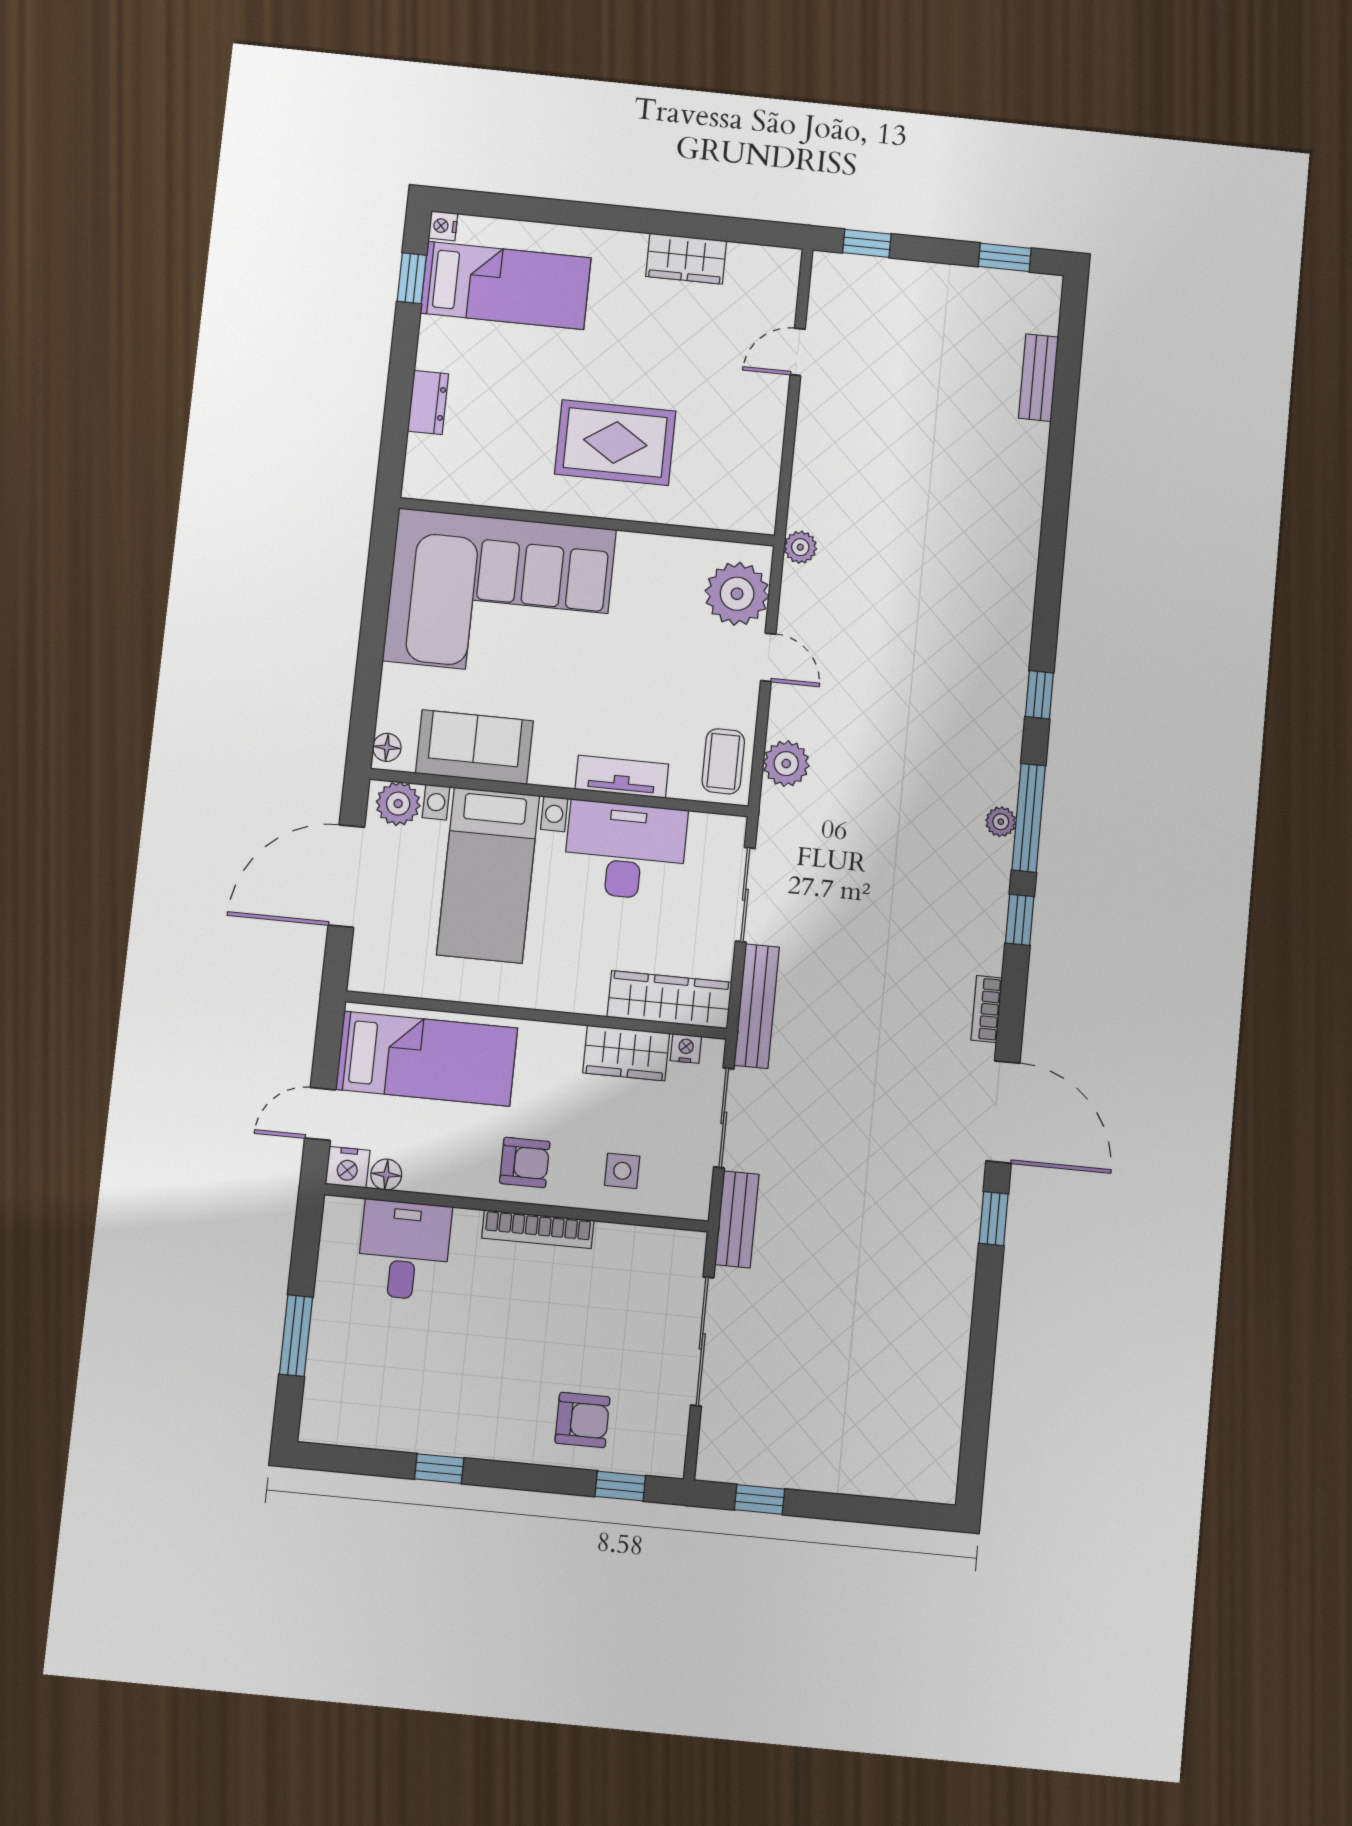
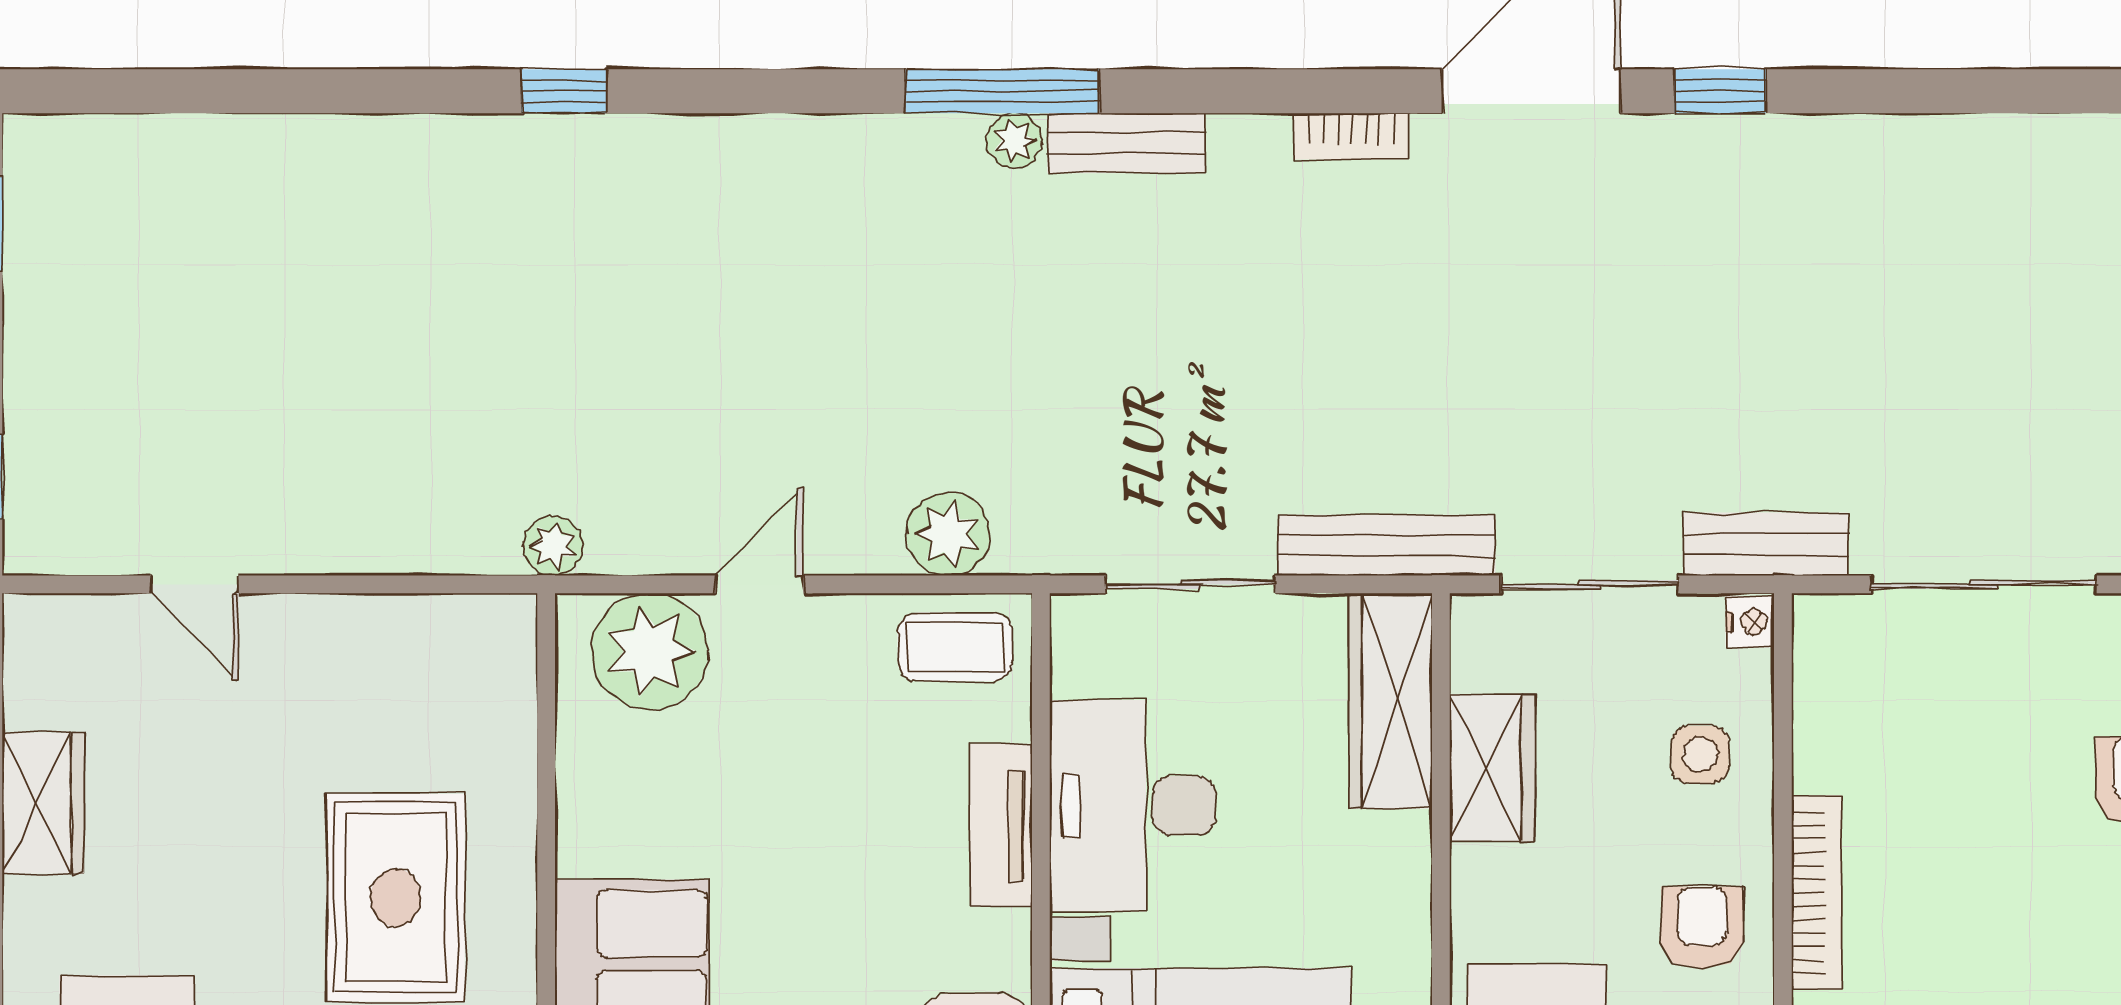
bench: (1038, 378) -> (1126, 143), moved
window: (1039, 695) -> (564, 91), moved
window: (1020, 920) -> (1187, 91), removed
nightstand: (686, 1048) -> (1750, 622), moved, turned 180

